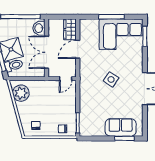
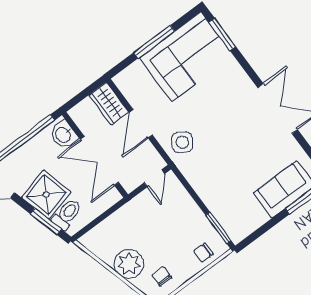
side table: (111, 79) -> (182, 142), moved
plant: (21, 93) -> (129, 264), moved

